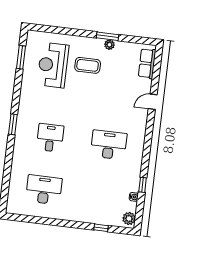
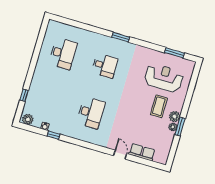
plant: (97, 45) -> (175, 117), added
row of seats: (147, 63) -> (142, 152), moved

